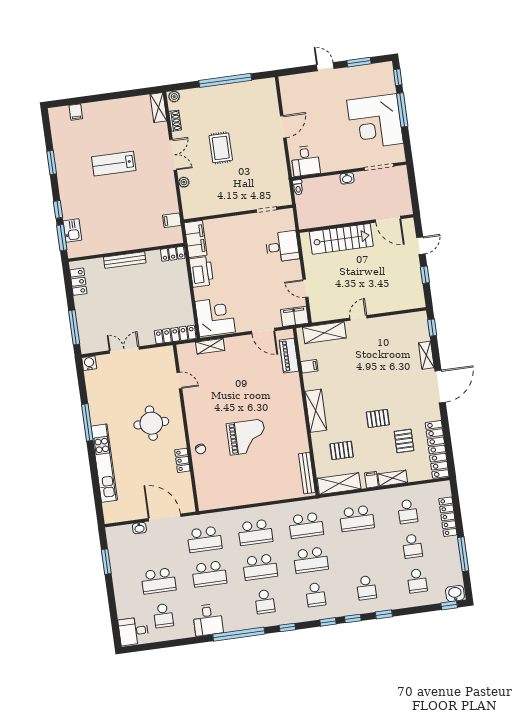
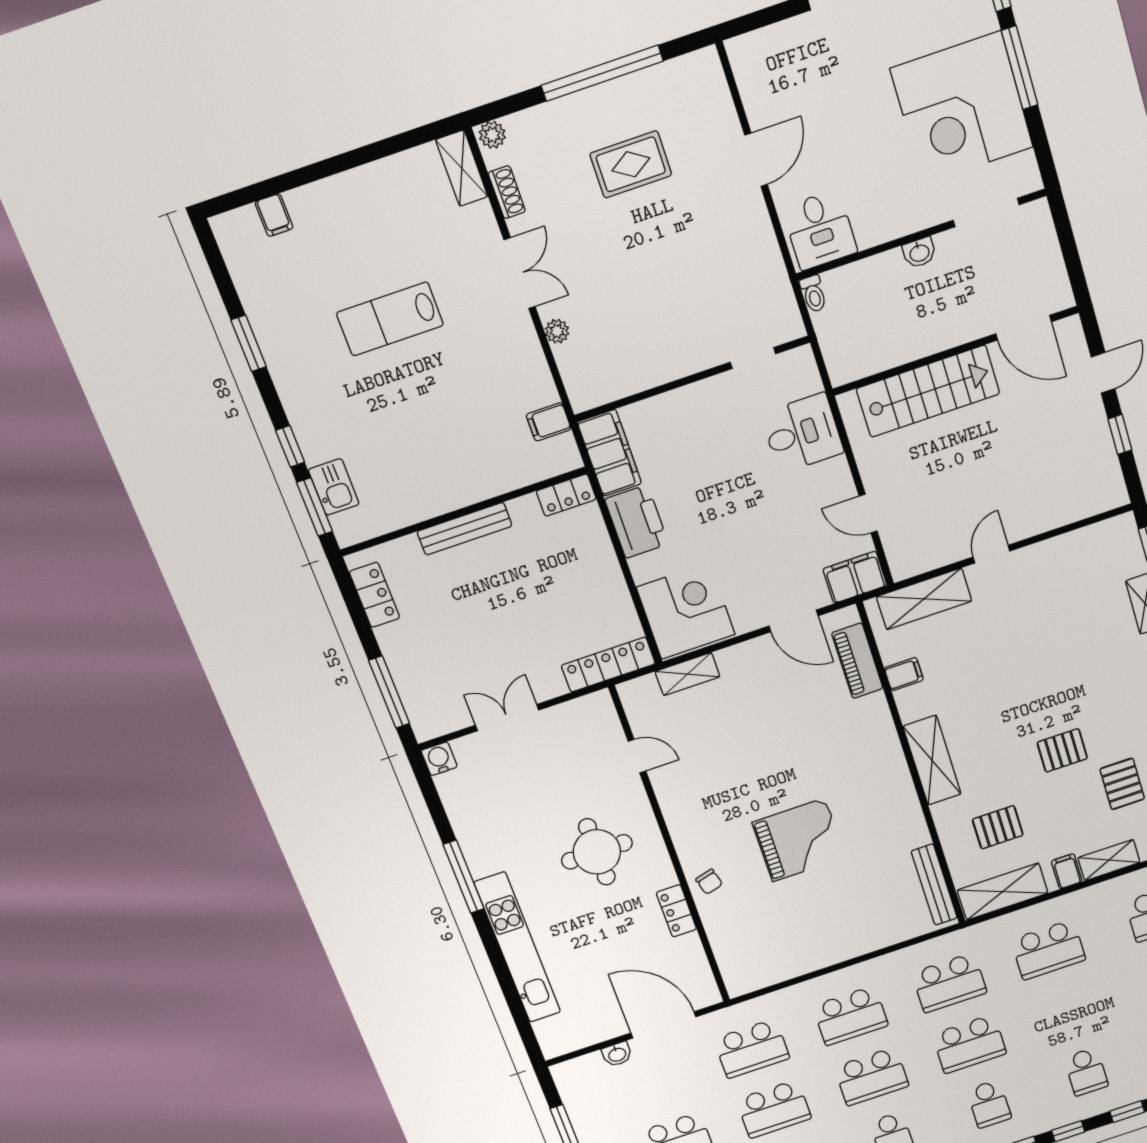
rug: (221, 148) -> (631, 164), moved, turned 90

